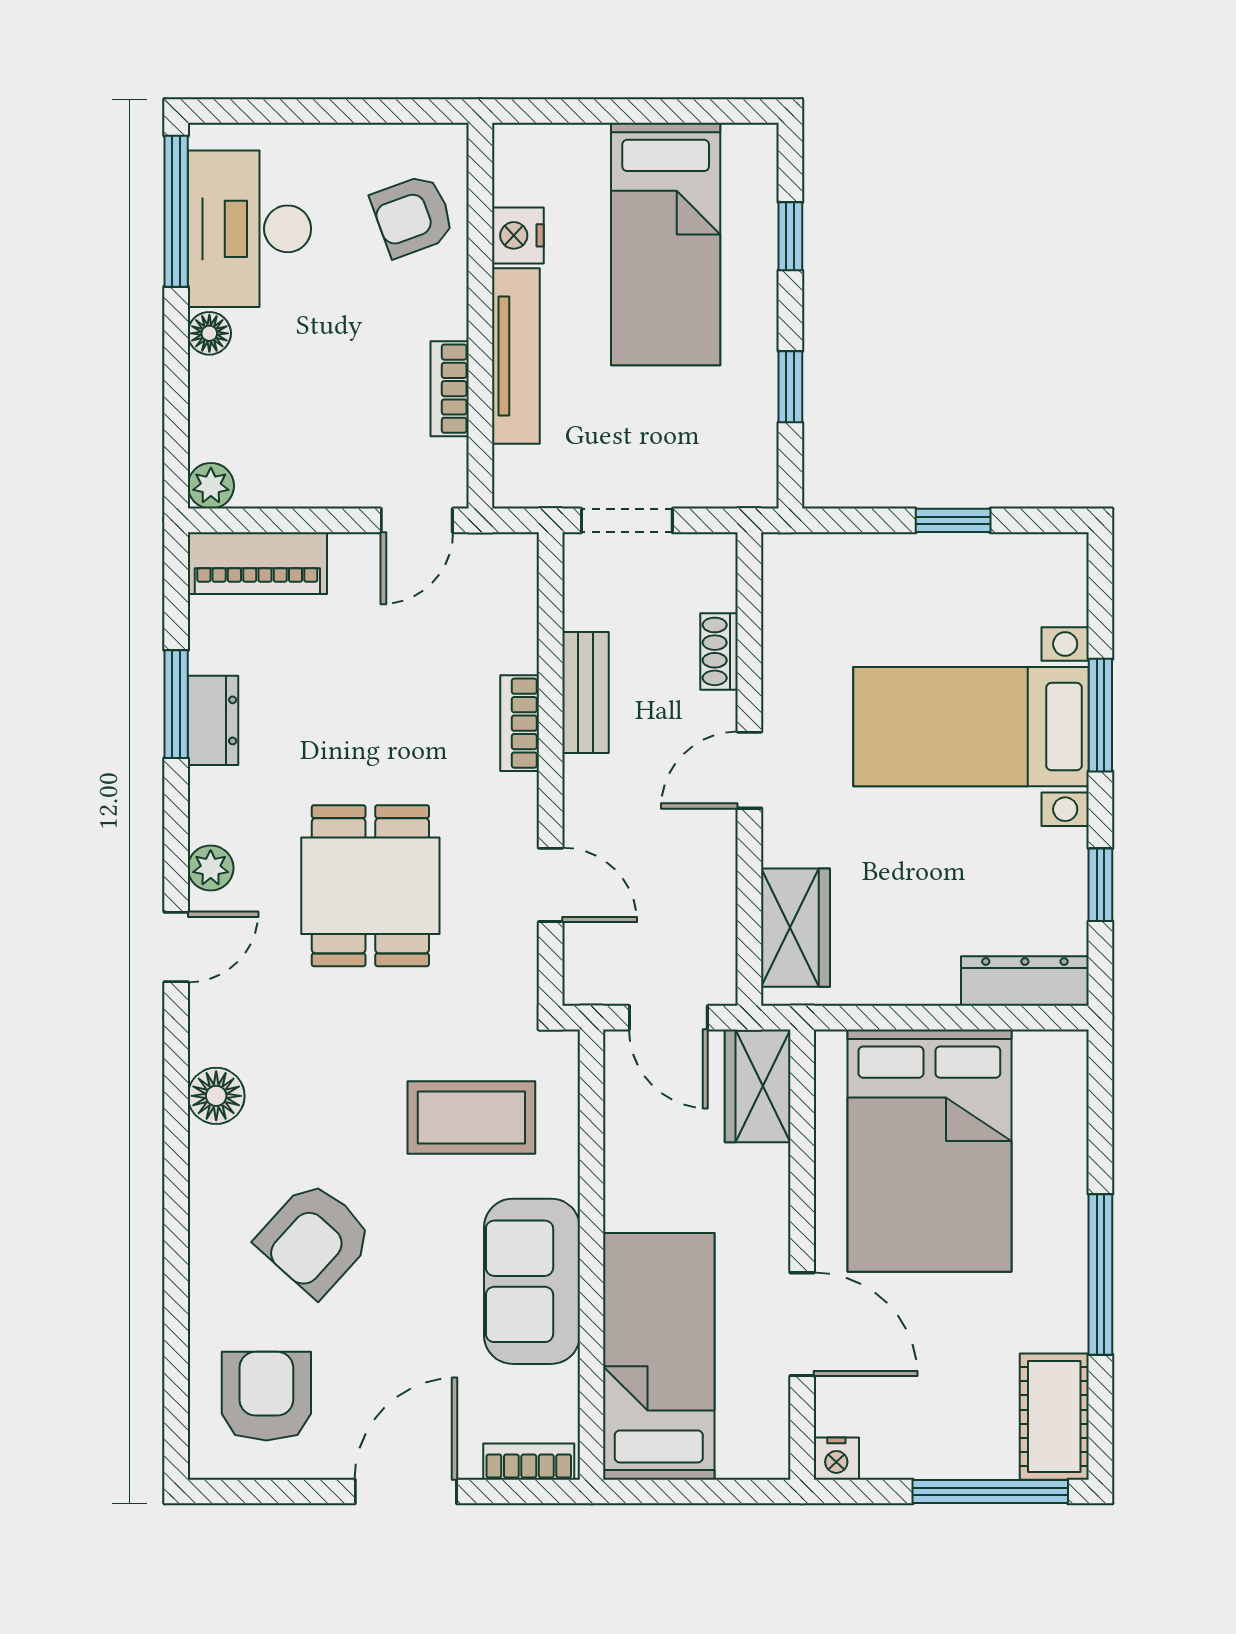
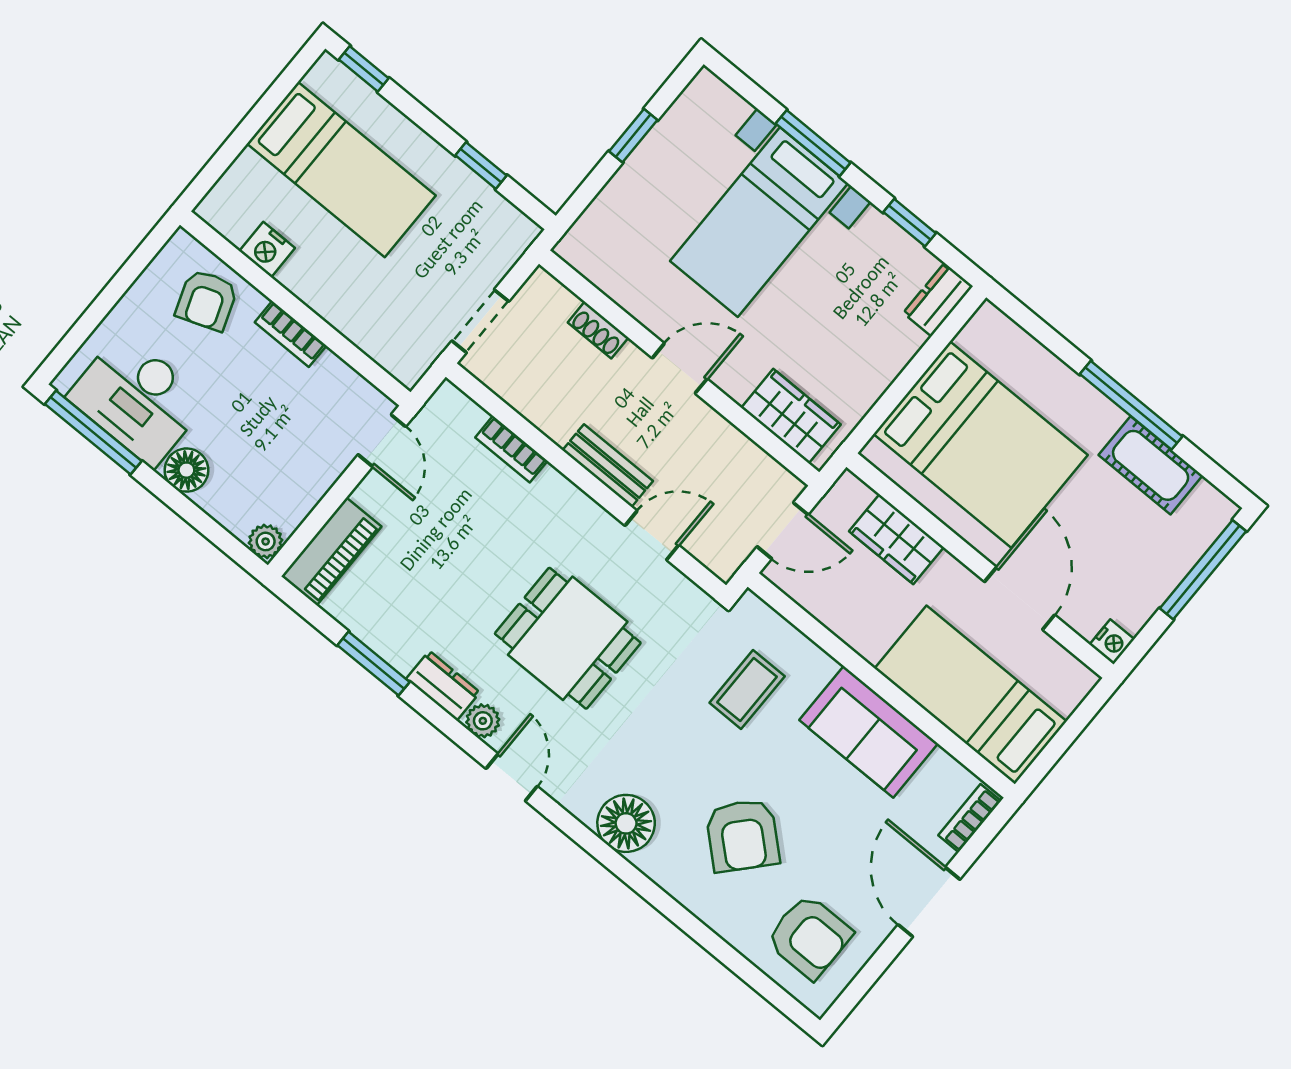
window: (790, 236) -> (364, 69), moved
floor lamp: (209, 333) -> (186, 470), width x1.37, depth x1.37
tv unit: (516, 356) -> (335, 307), removed
bookcase: (450, 389) -> (291, 334), moved
bench: (585, 692) -> (608, 466), moved
dresser: (213, 720) -> (443, 686), moved
bookcase: (520, 723) -> (511, 449), moved
door: (749, 770) -> (680, 368), swing flipped
dresser: (1025, 981) -> (938, 300), width x0.70
wardrobe: (758, 1086) -> (896, 539), moved
floor lamp: (216, 1096) -> (626, 823), width x1.38, depth x1.38
coffee table: (471, 1118) -> (747, 690), width x0.73, depth x0.77
door: (802, 1324) -> (1020, 598), hinge flipped
armchair: (266, 1396) -> (809, 937), turned 180
cot: (1054, 1417) -> (1151, 465), moved

